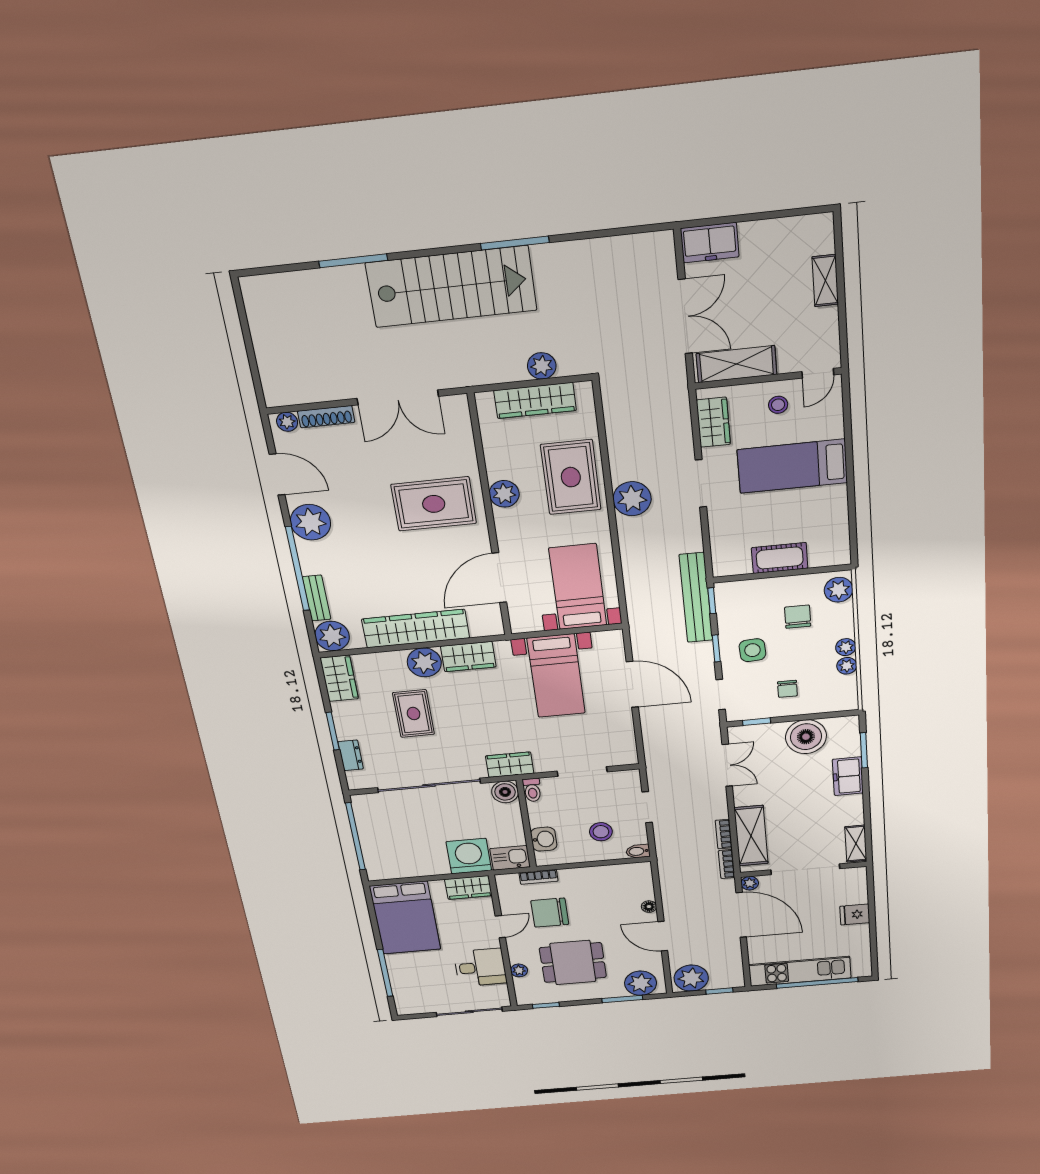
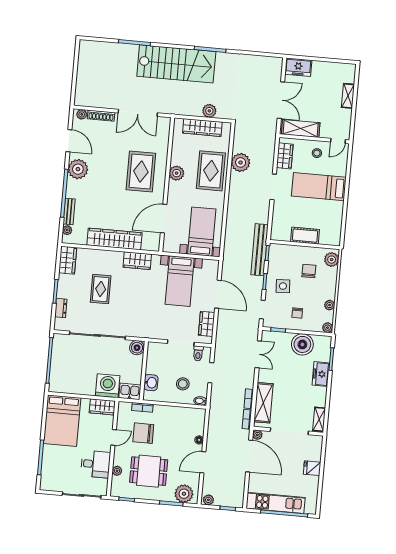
plant: (632, 499) -> (241, 162), moved
rug: (434, 504) -> (141, 172), turned 90
plant: (332, 636) -> (67, 230), width x0.53, depth x0.53
plant: (846, 647) -> (328, 328), moved
plant: (424, 662) -> (114, 260), removed
wardrobe: (510, 765) -> (207, 324), moved, turned -90
toilet: (532, 790) -> (198, 353), moved
door: (663, 936) -> (203, 462), hinge flipped
plant: (691, 978) -> (208, 500), width x0.53, depth x0.53

